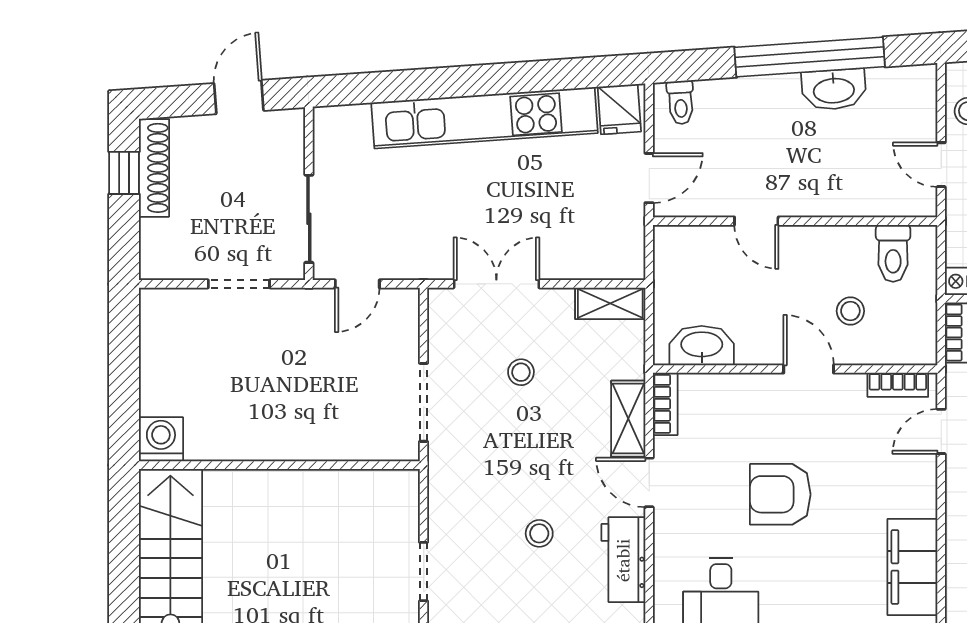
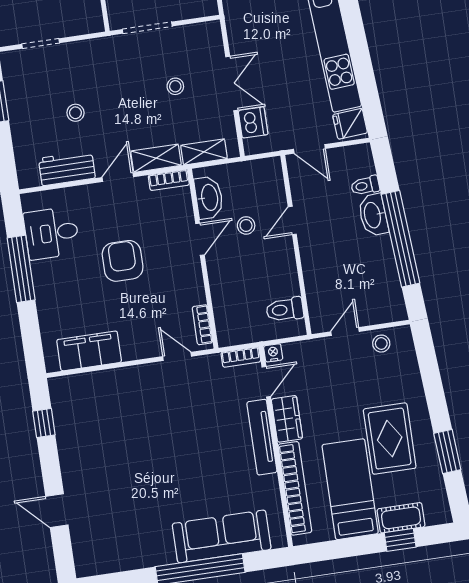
washbasin: (834, 90) -> (373, 215), moved
toilet: (681, 102) -> (365, 186), moved
dishwasher: (595, 260) -> (253, 123), added
double door: (496, 284) -> (232, 84), moved
shelving: (610, 303) -> (204, 152), moved, turned 90
stool: (850, 311) -> (246, 225), moved
door: (809, 369) -> (200, 239), moved

